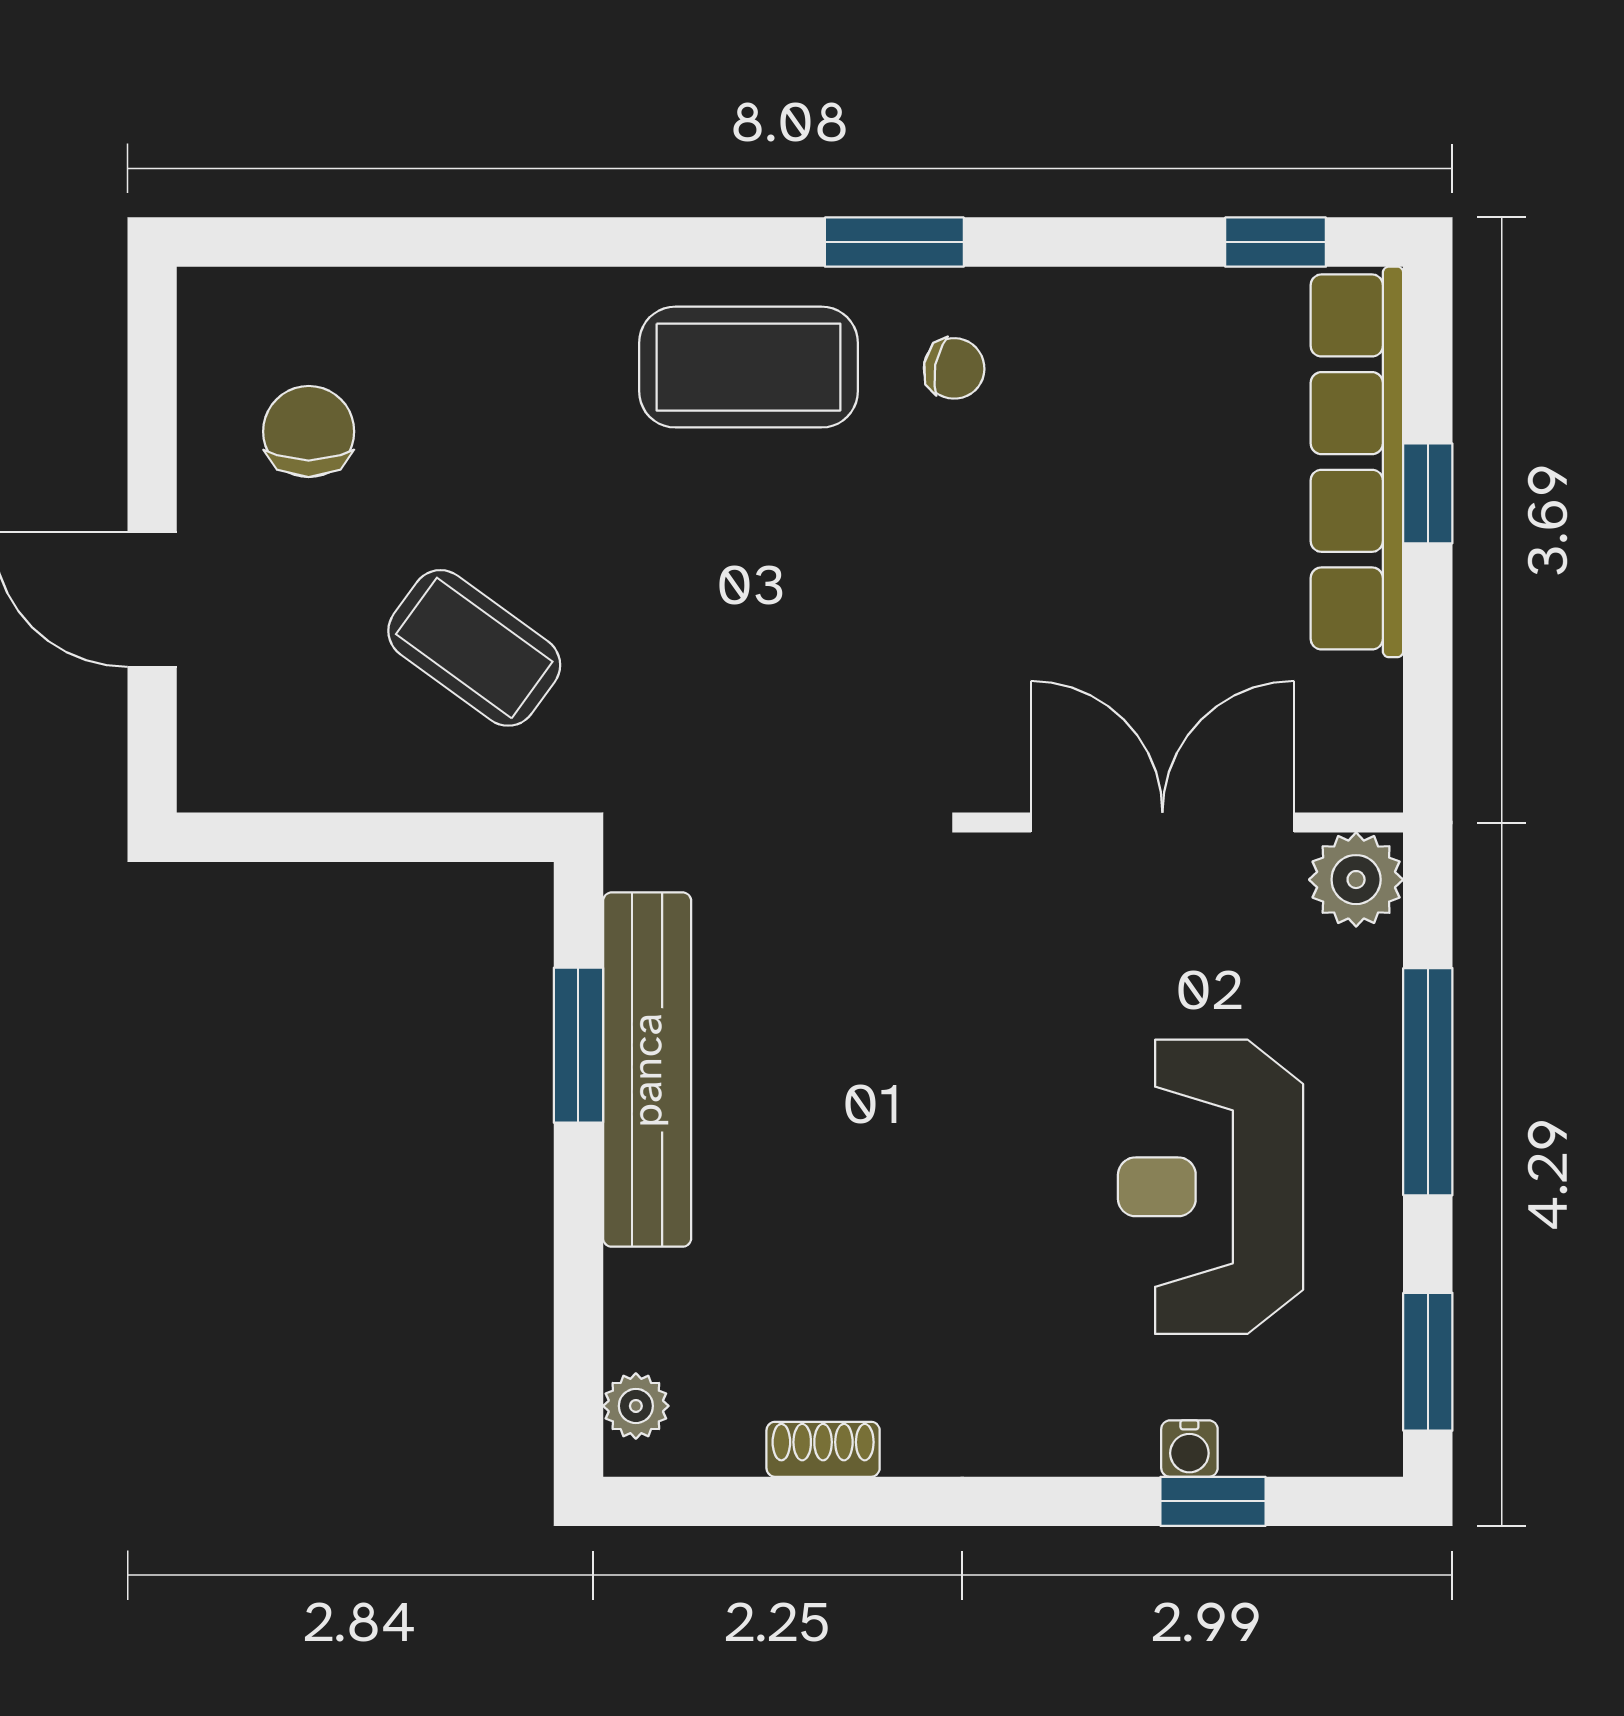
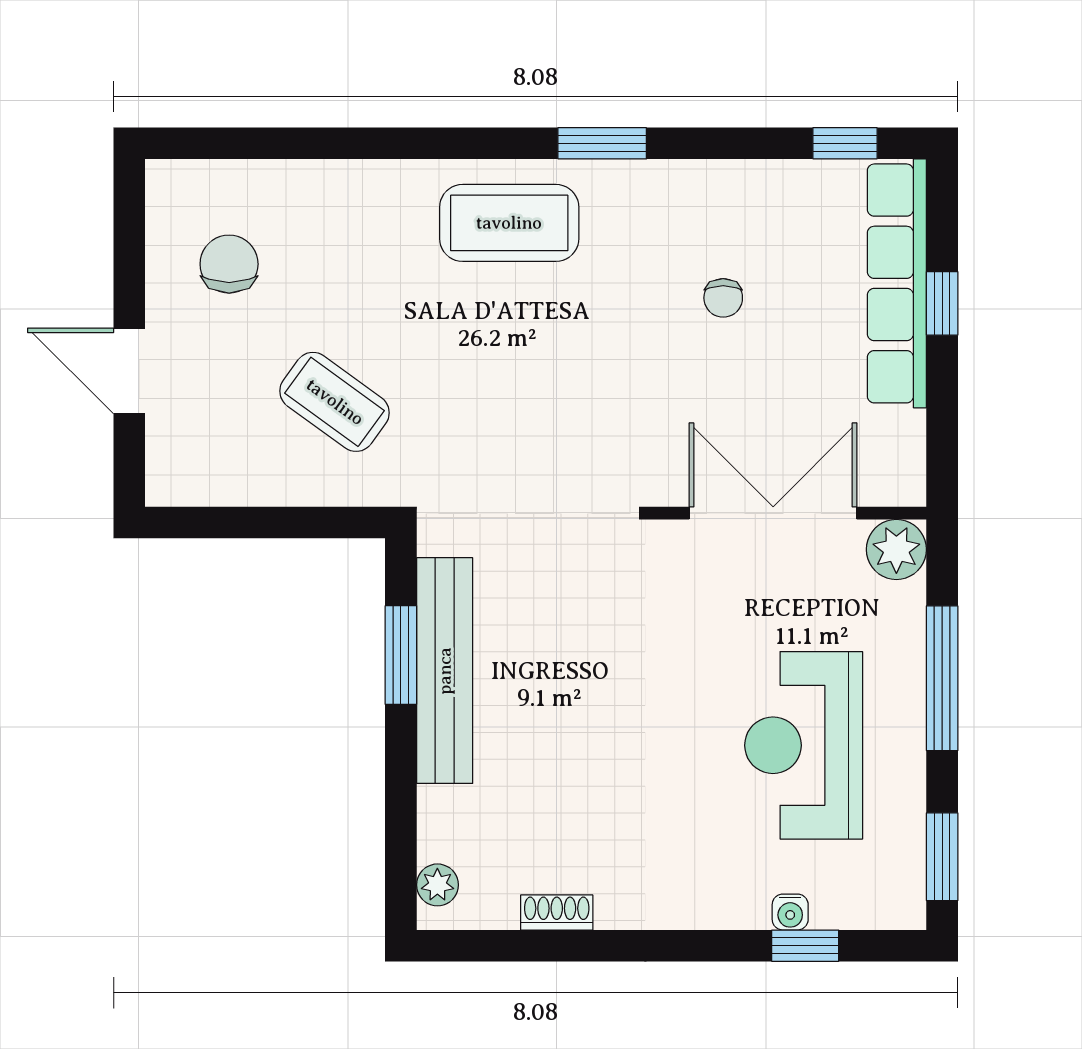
chair: (954, 368) -> (723, 298), moved, turned 79

